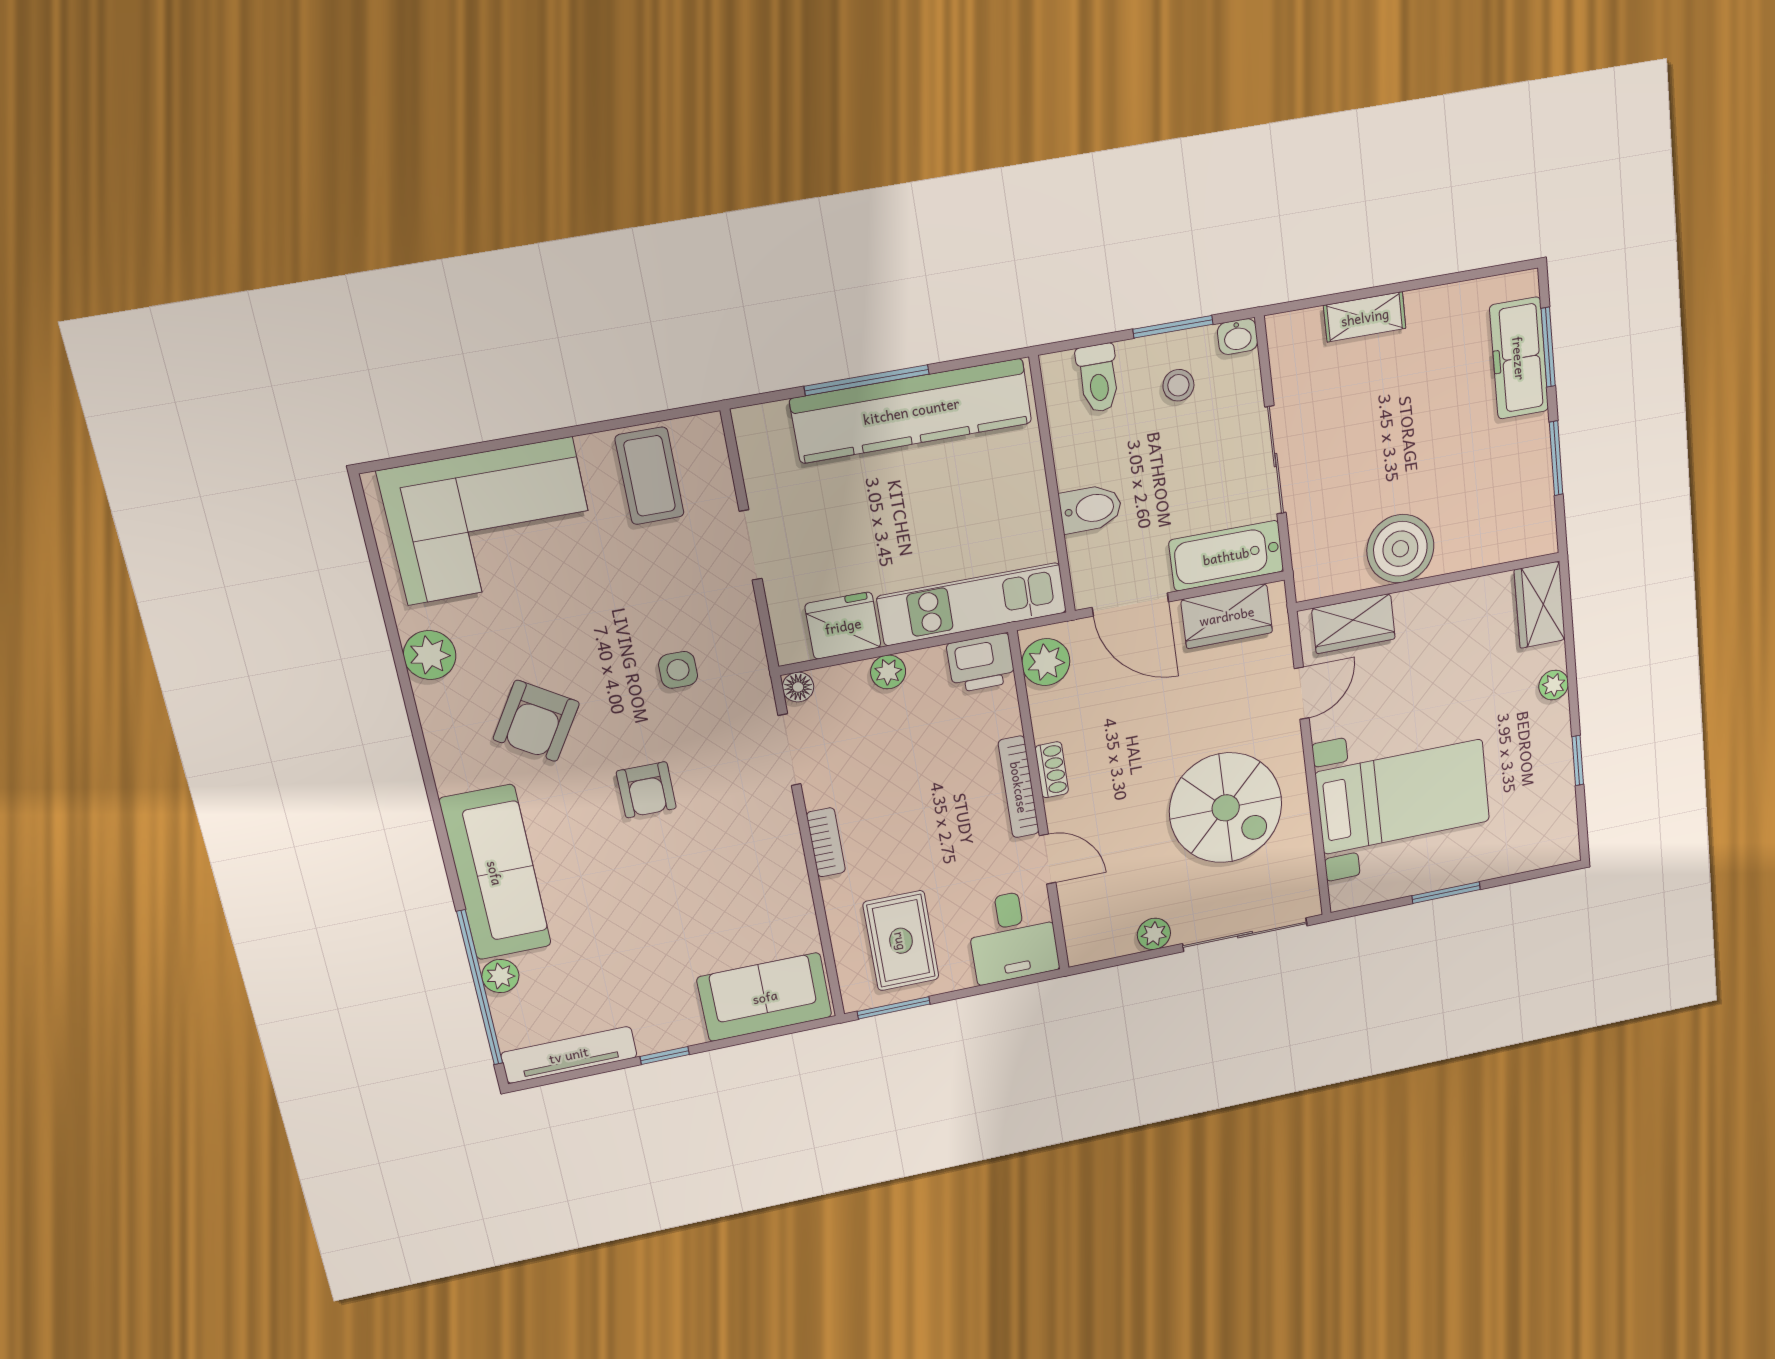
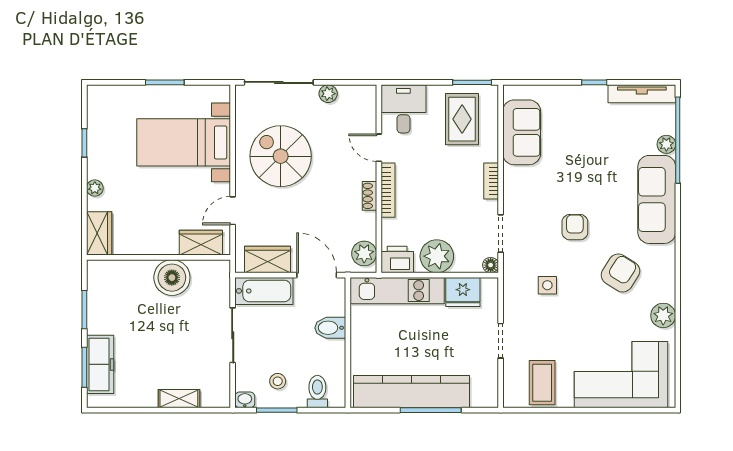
plant: (888, 672) -> (437, 256), width x1.87, depth x1.87
sofa: (765, 997) -> (522, 132), moved, turned -90

